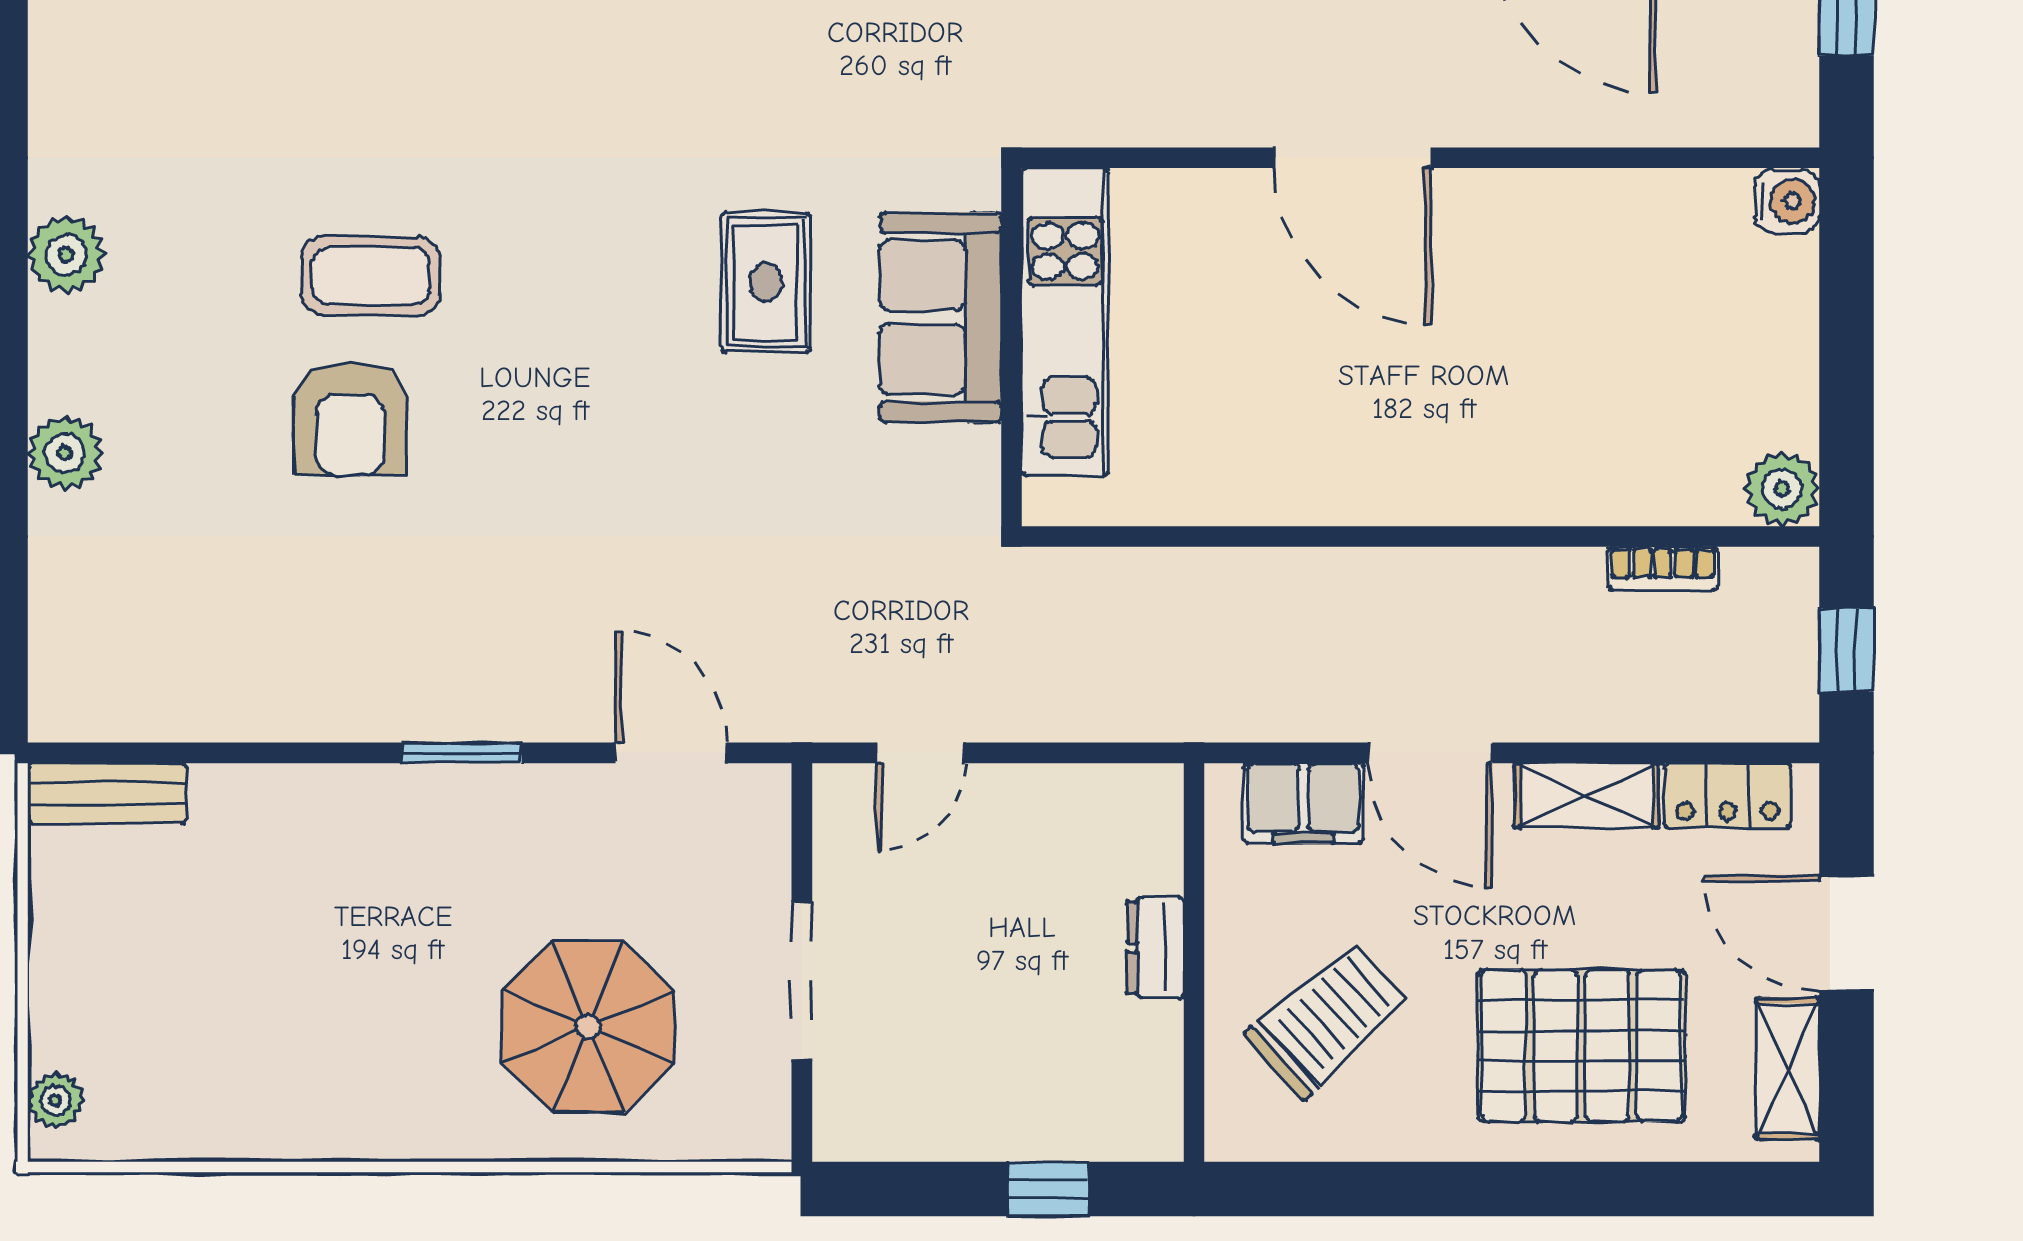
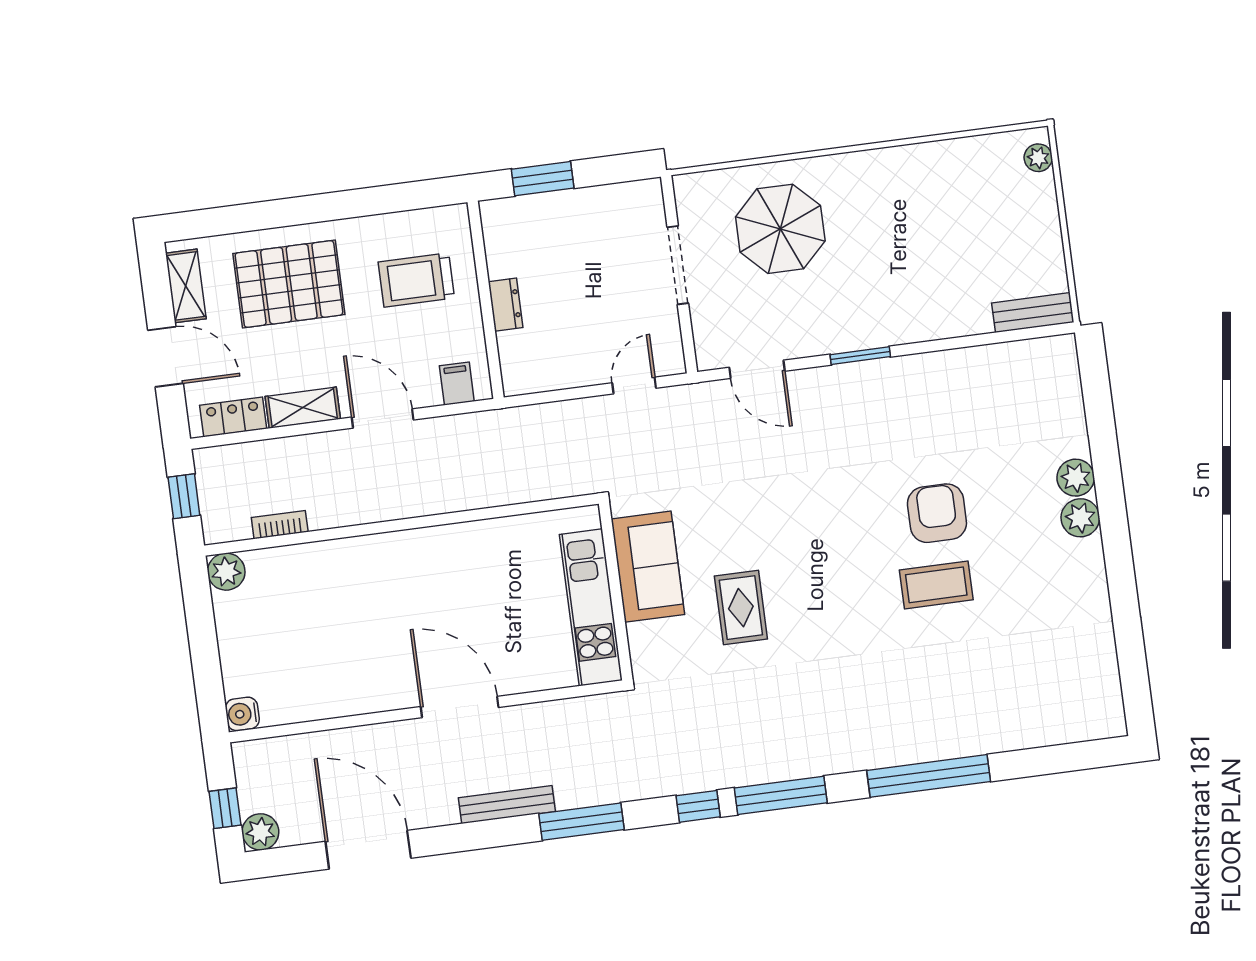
plant: (66, 255) -> (1080, 518), moved
sofa: (941, 317) -> (648, 567), moved
filing cabinet: (1303, 803) -> (457, 384), width x0.50
trolley: (1327, 1020) -> (416, 280), turned 42
window: (1048, 1189) -> (543, 179), width x1.50

